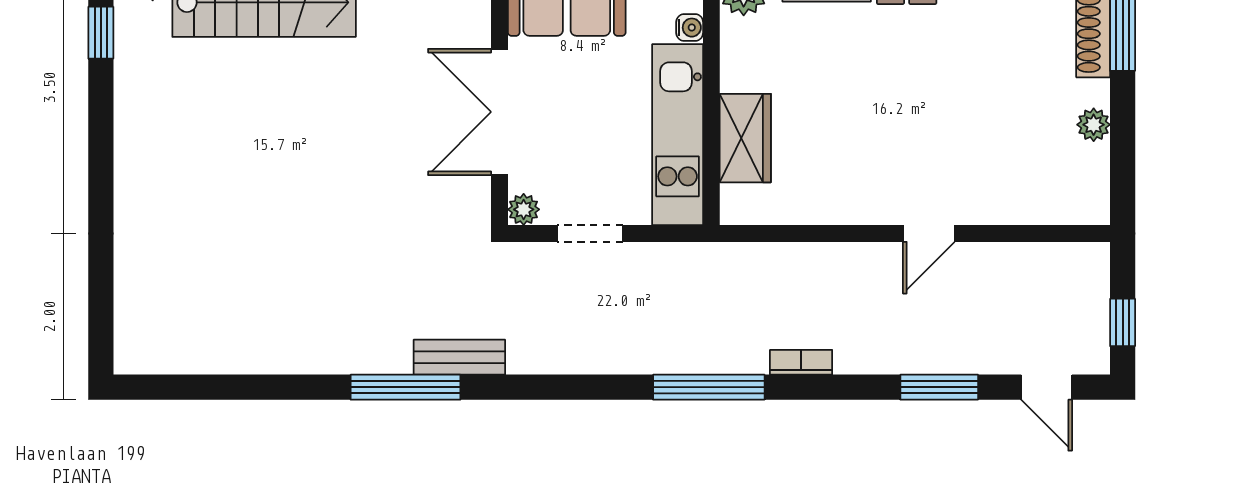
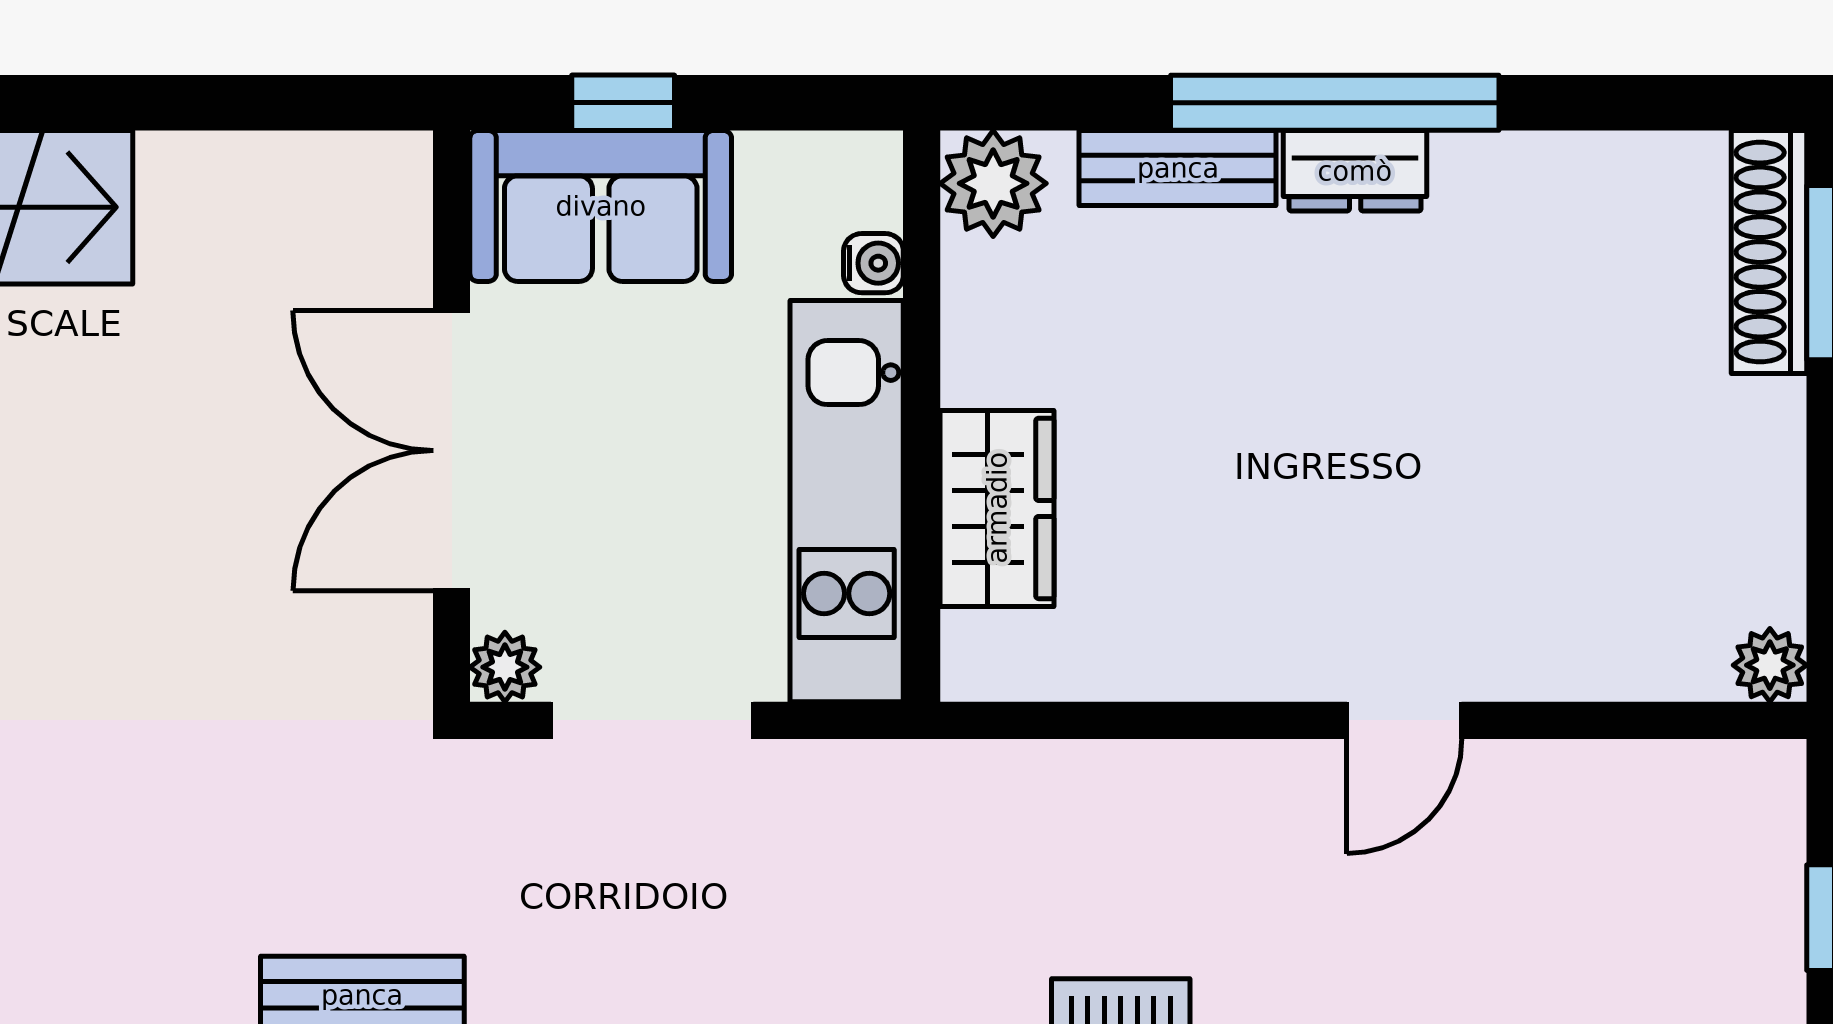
plant: (1094, 125) -> (1770, 665), moved
doorway: (590, 234) -> (652, 720), width x1.38

